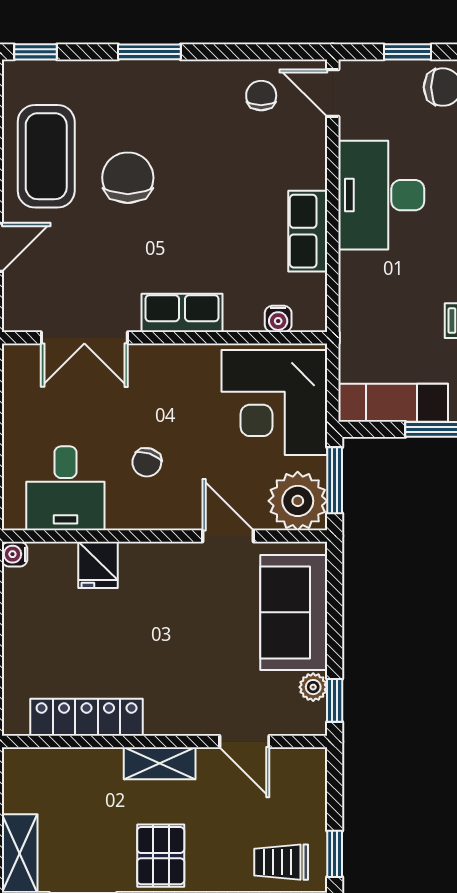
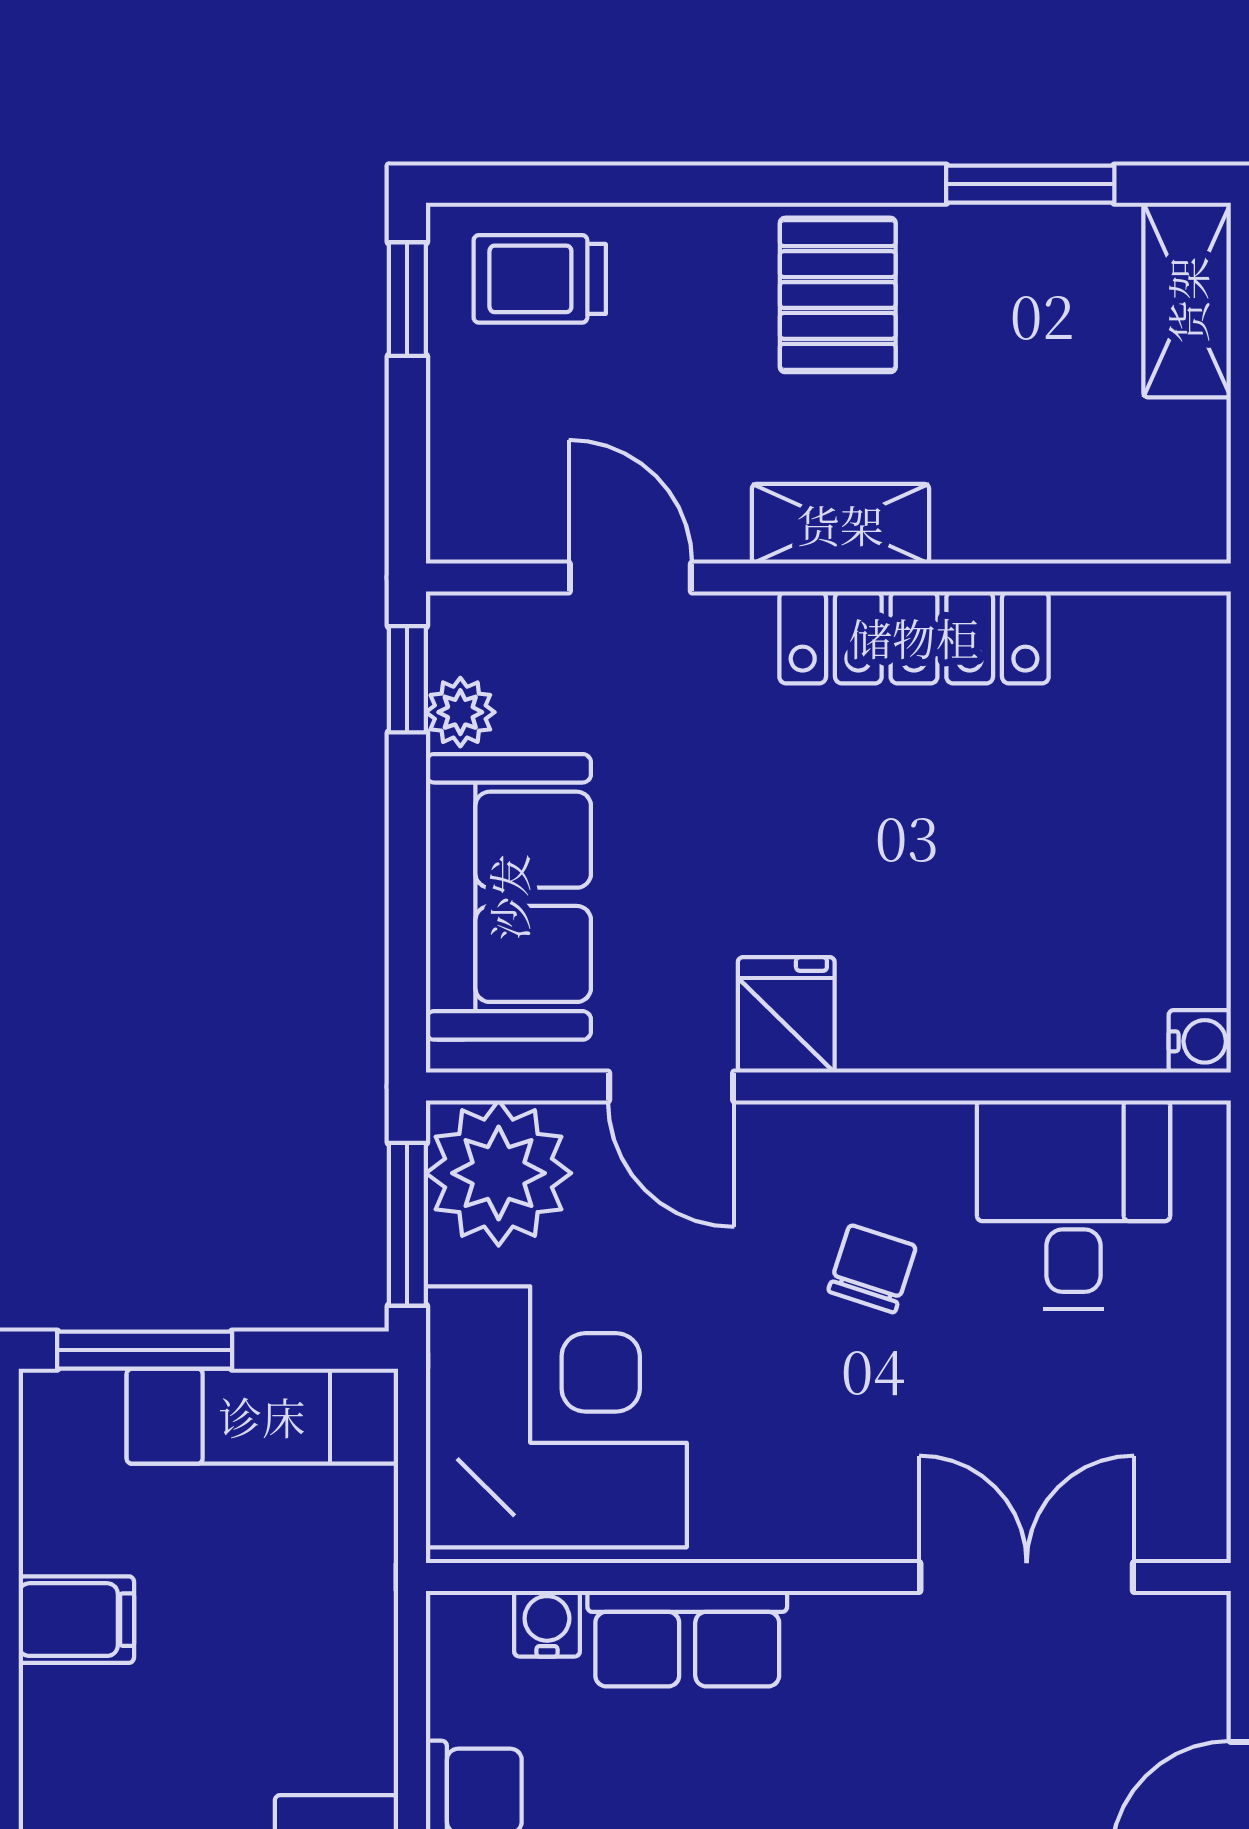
row of seats: (182, 313) -> (687, 1639), moved
fridge: (98, 565) -> (786, 1015), moved
locker: (87, 717) -> (914, 637), moved
trolley: (281, 862) -> (540, 279), turned 180

